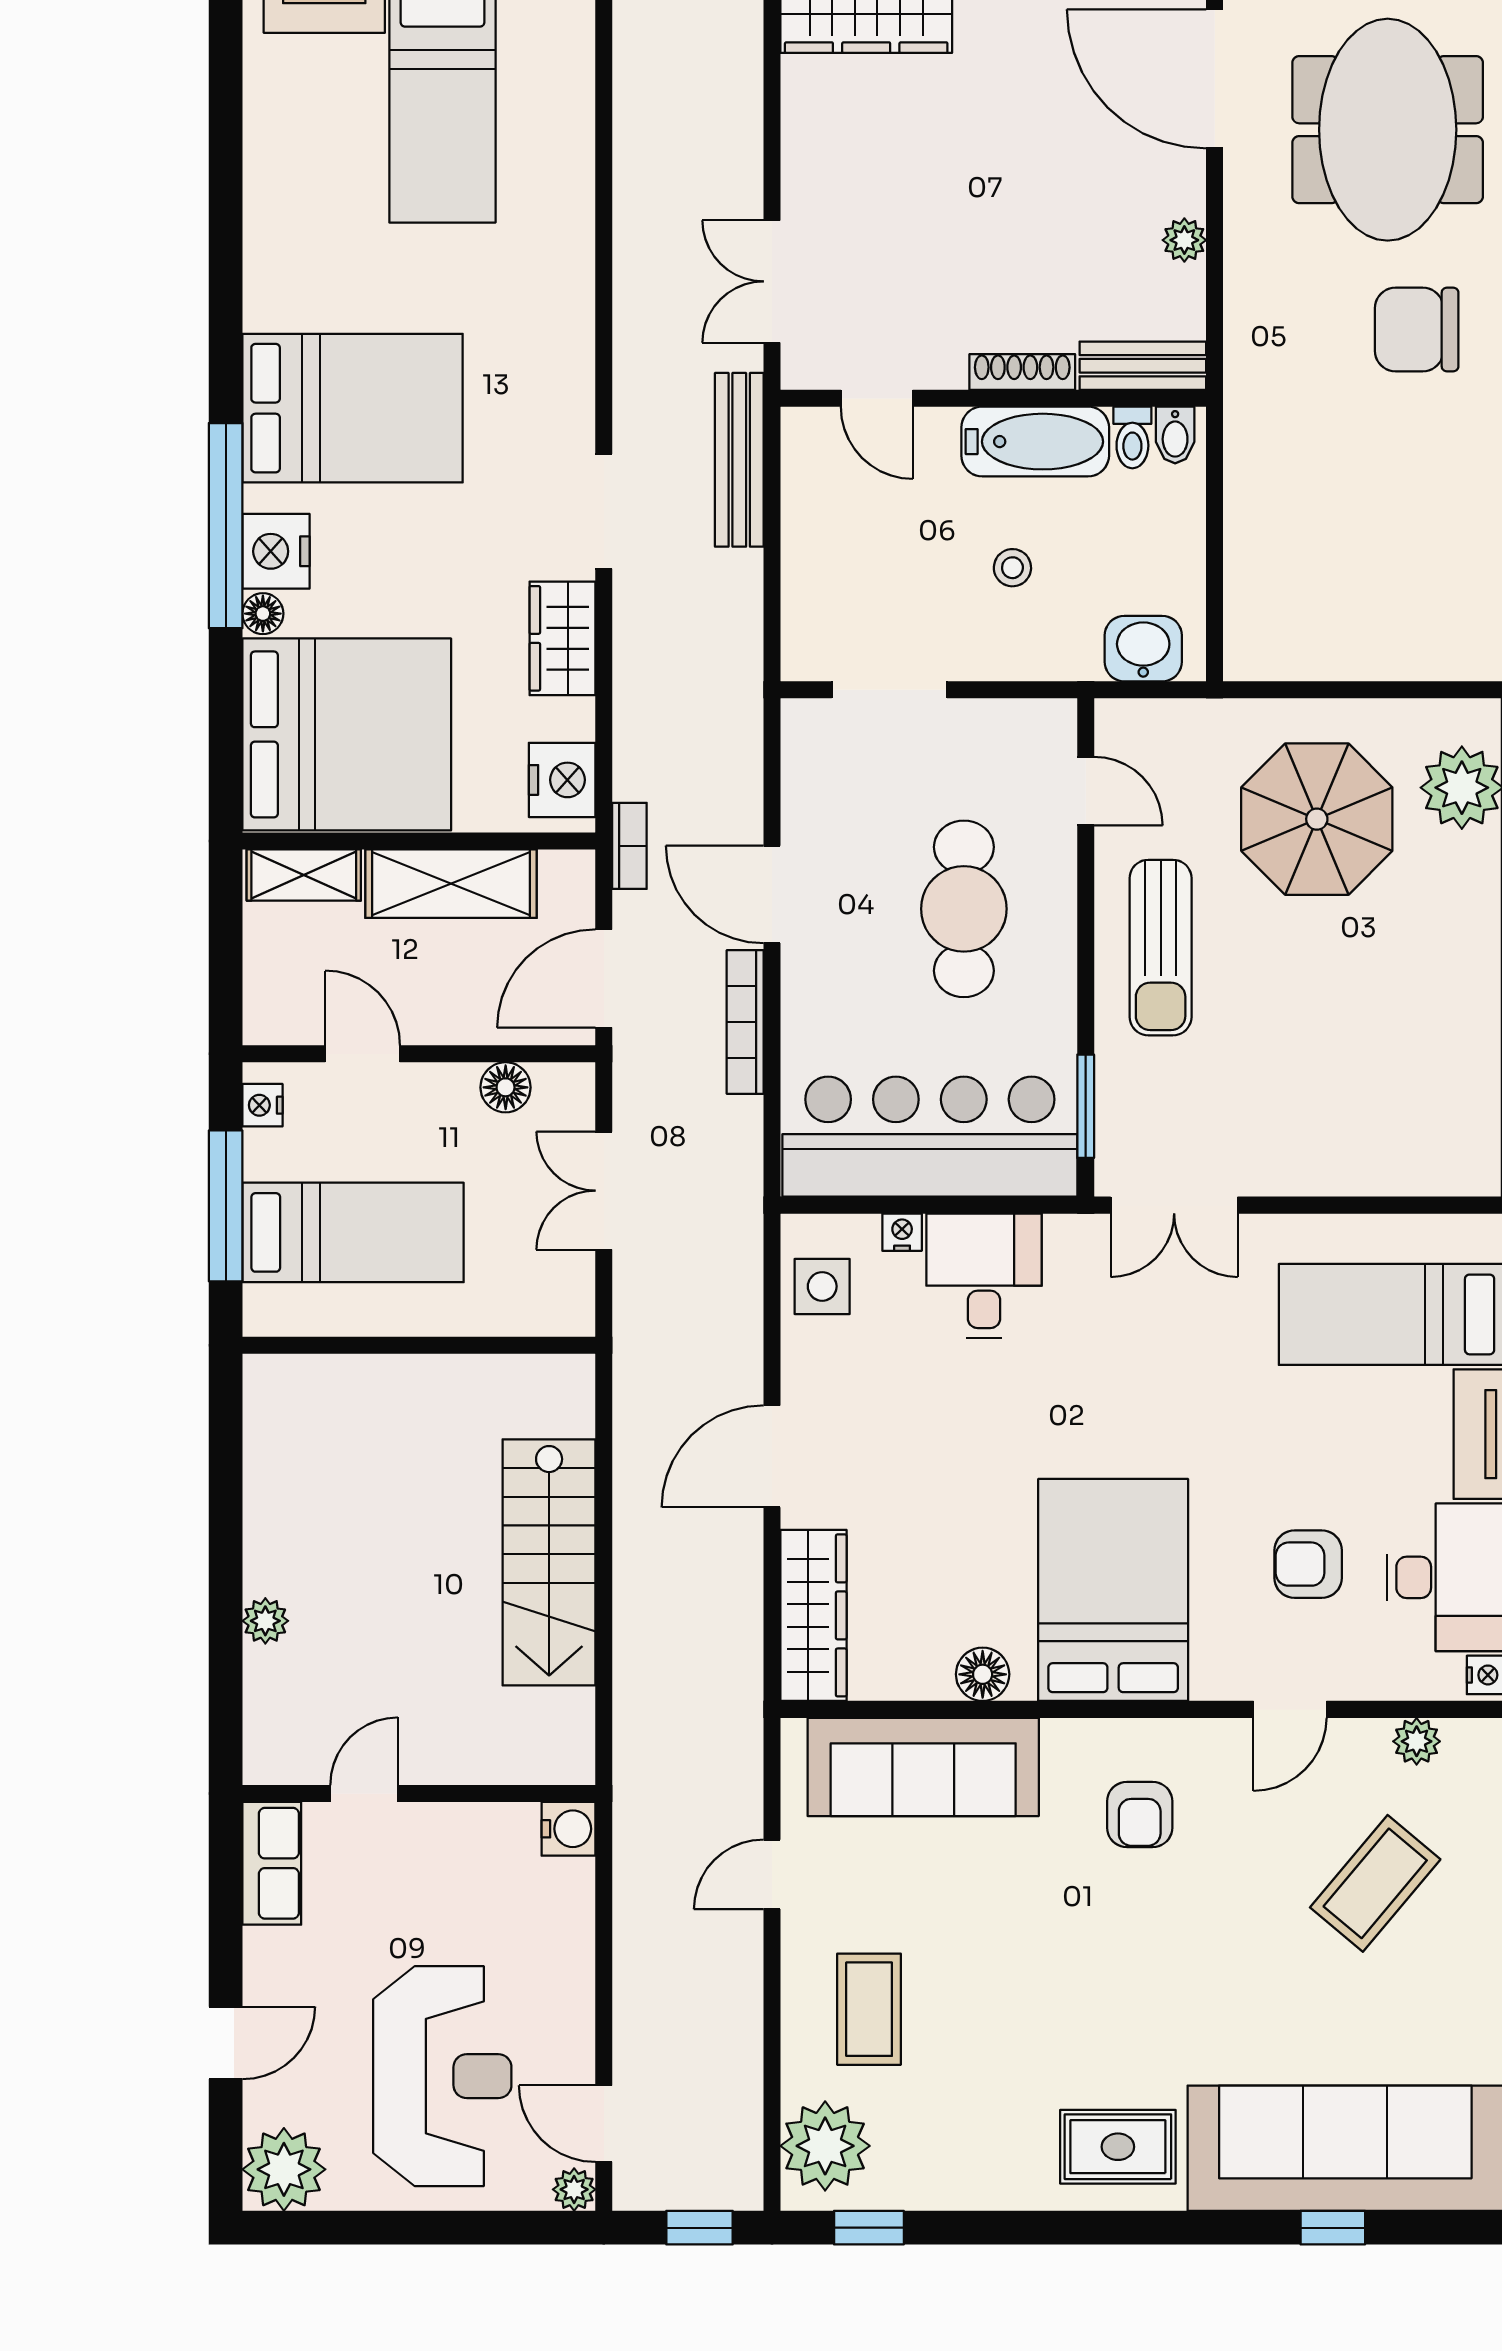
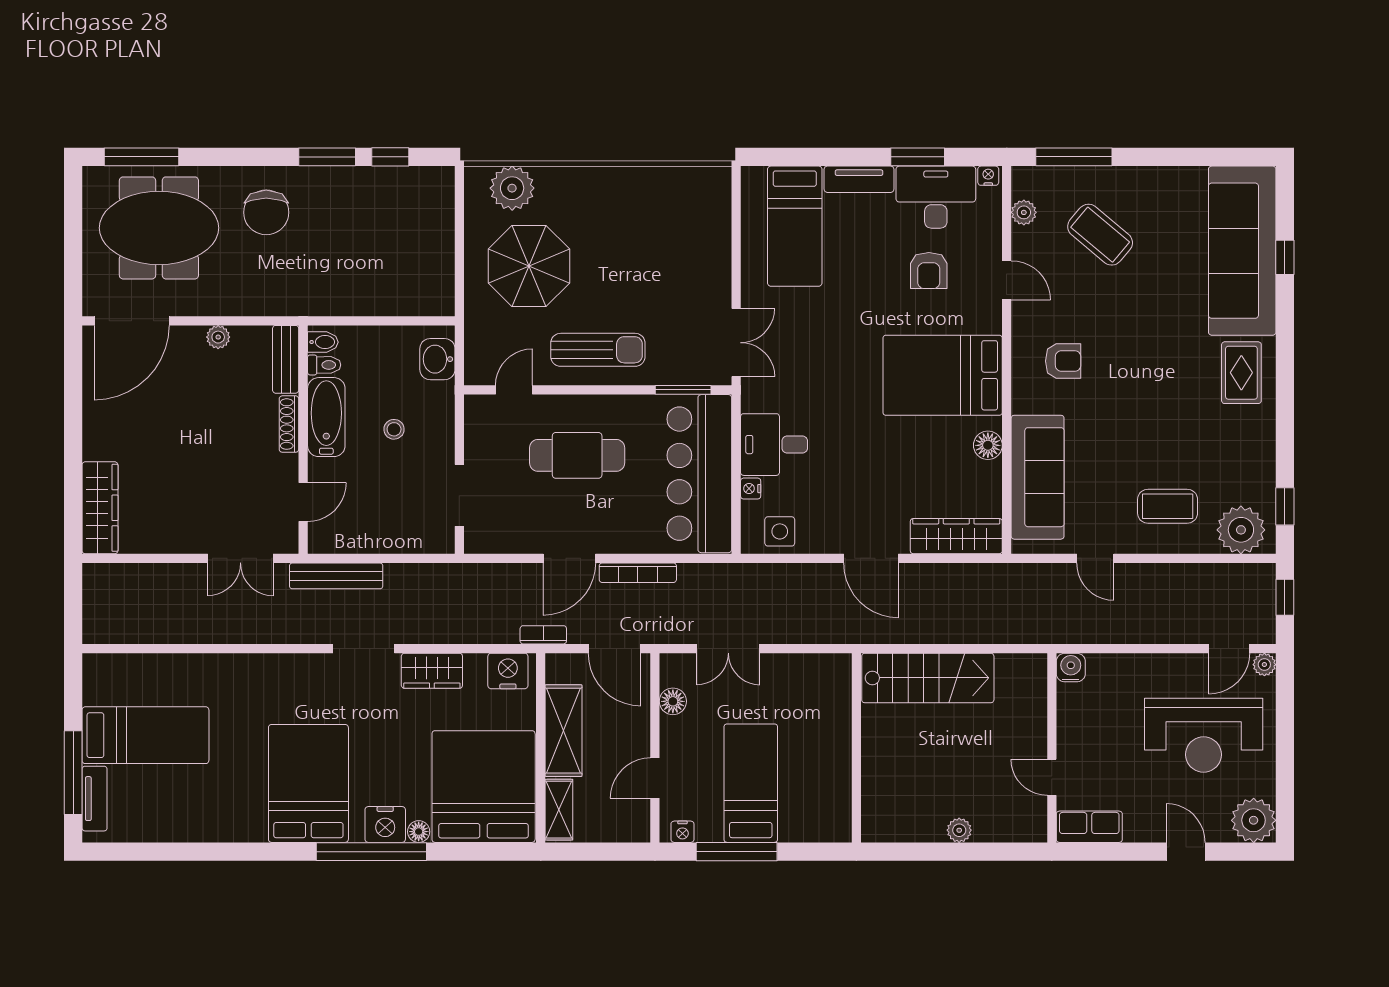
wall: (419, 1345) -> (856, 748), moved
reception desk: (442, 2076) -> (1204, 735), turned 180

